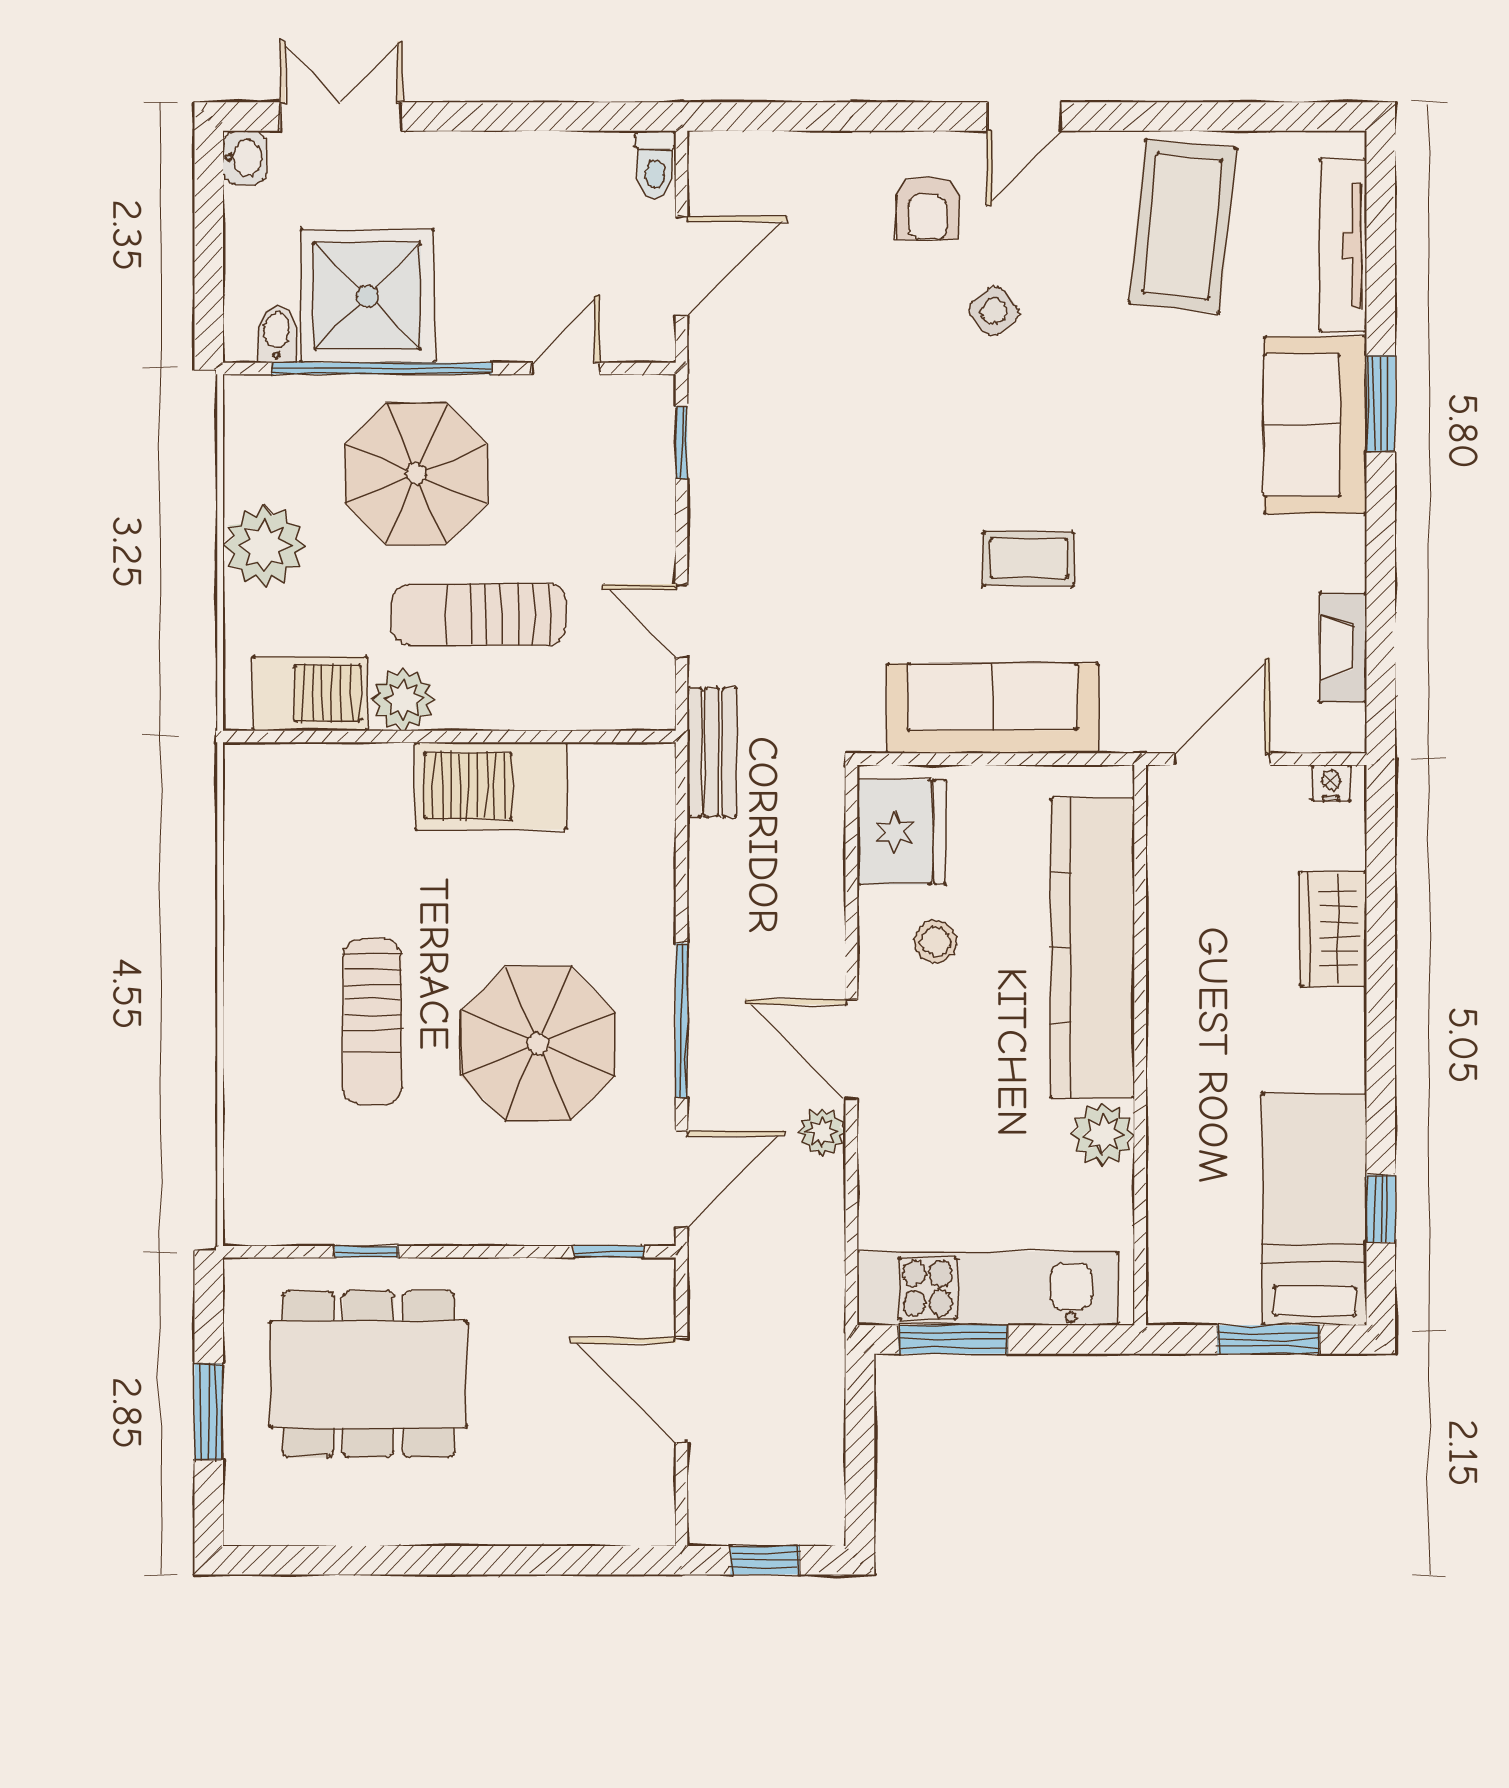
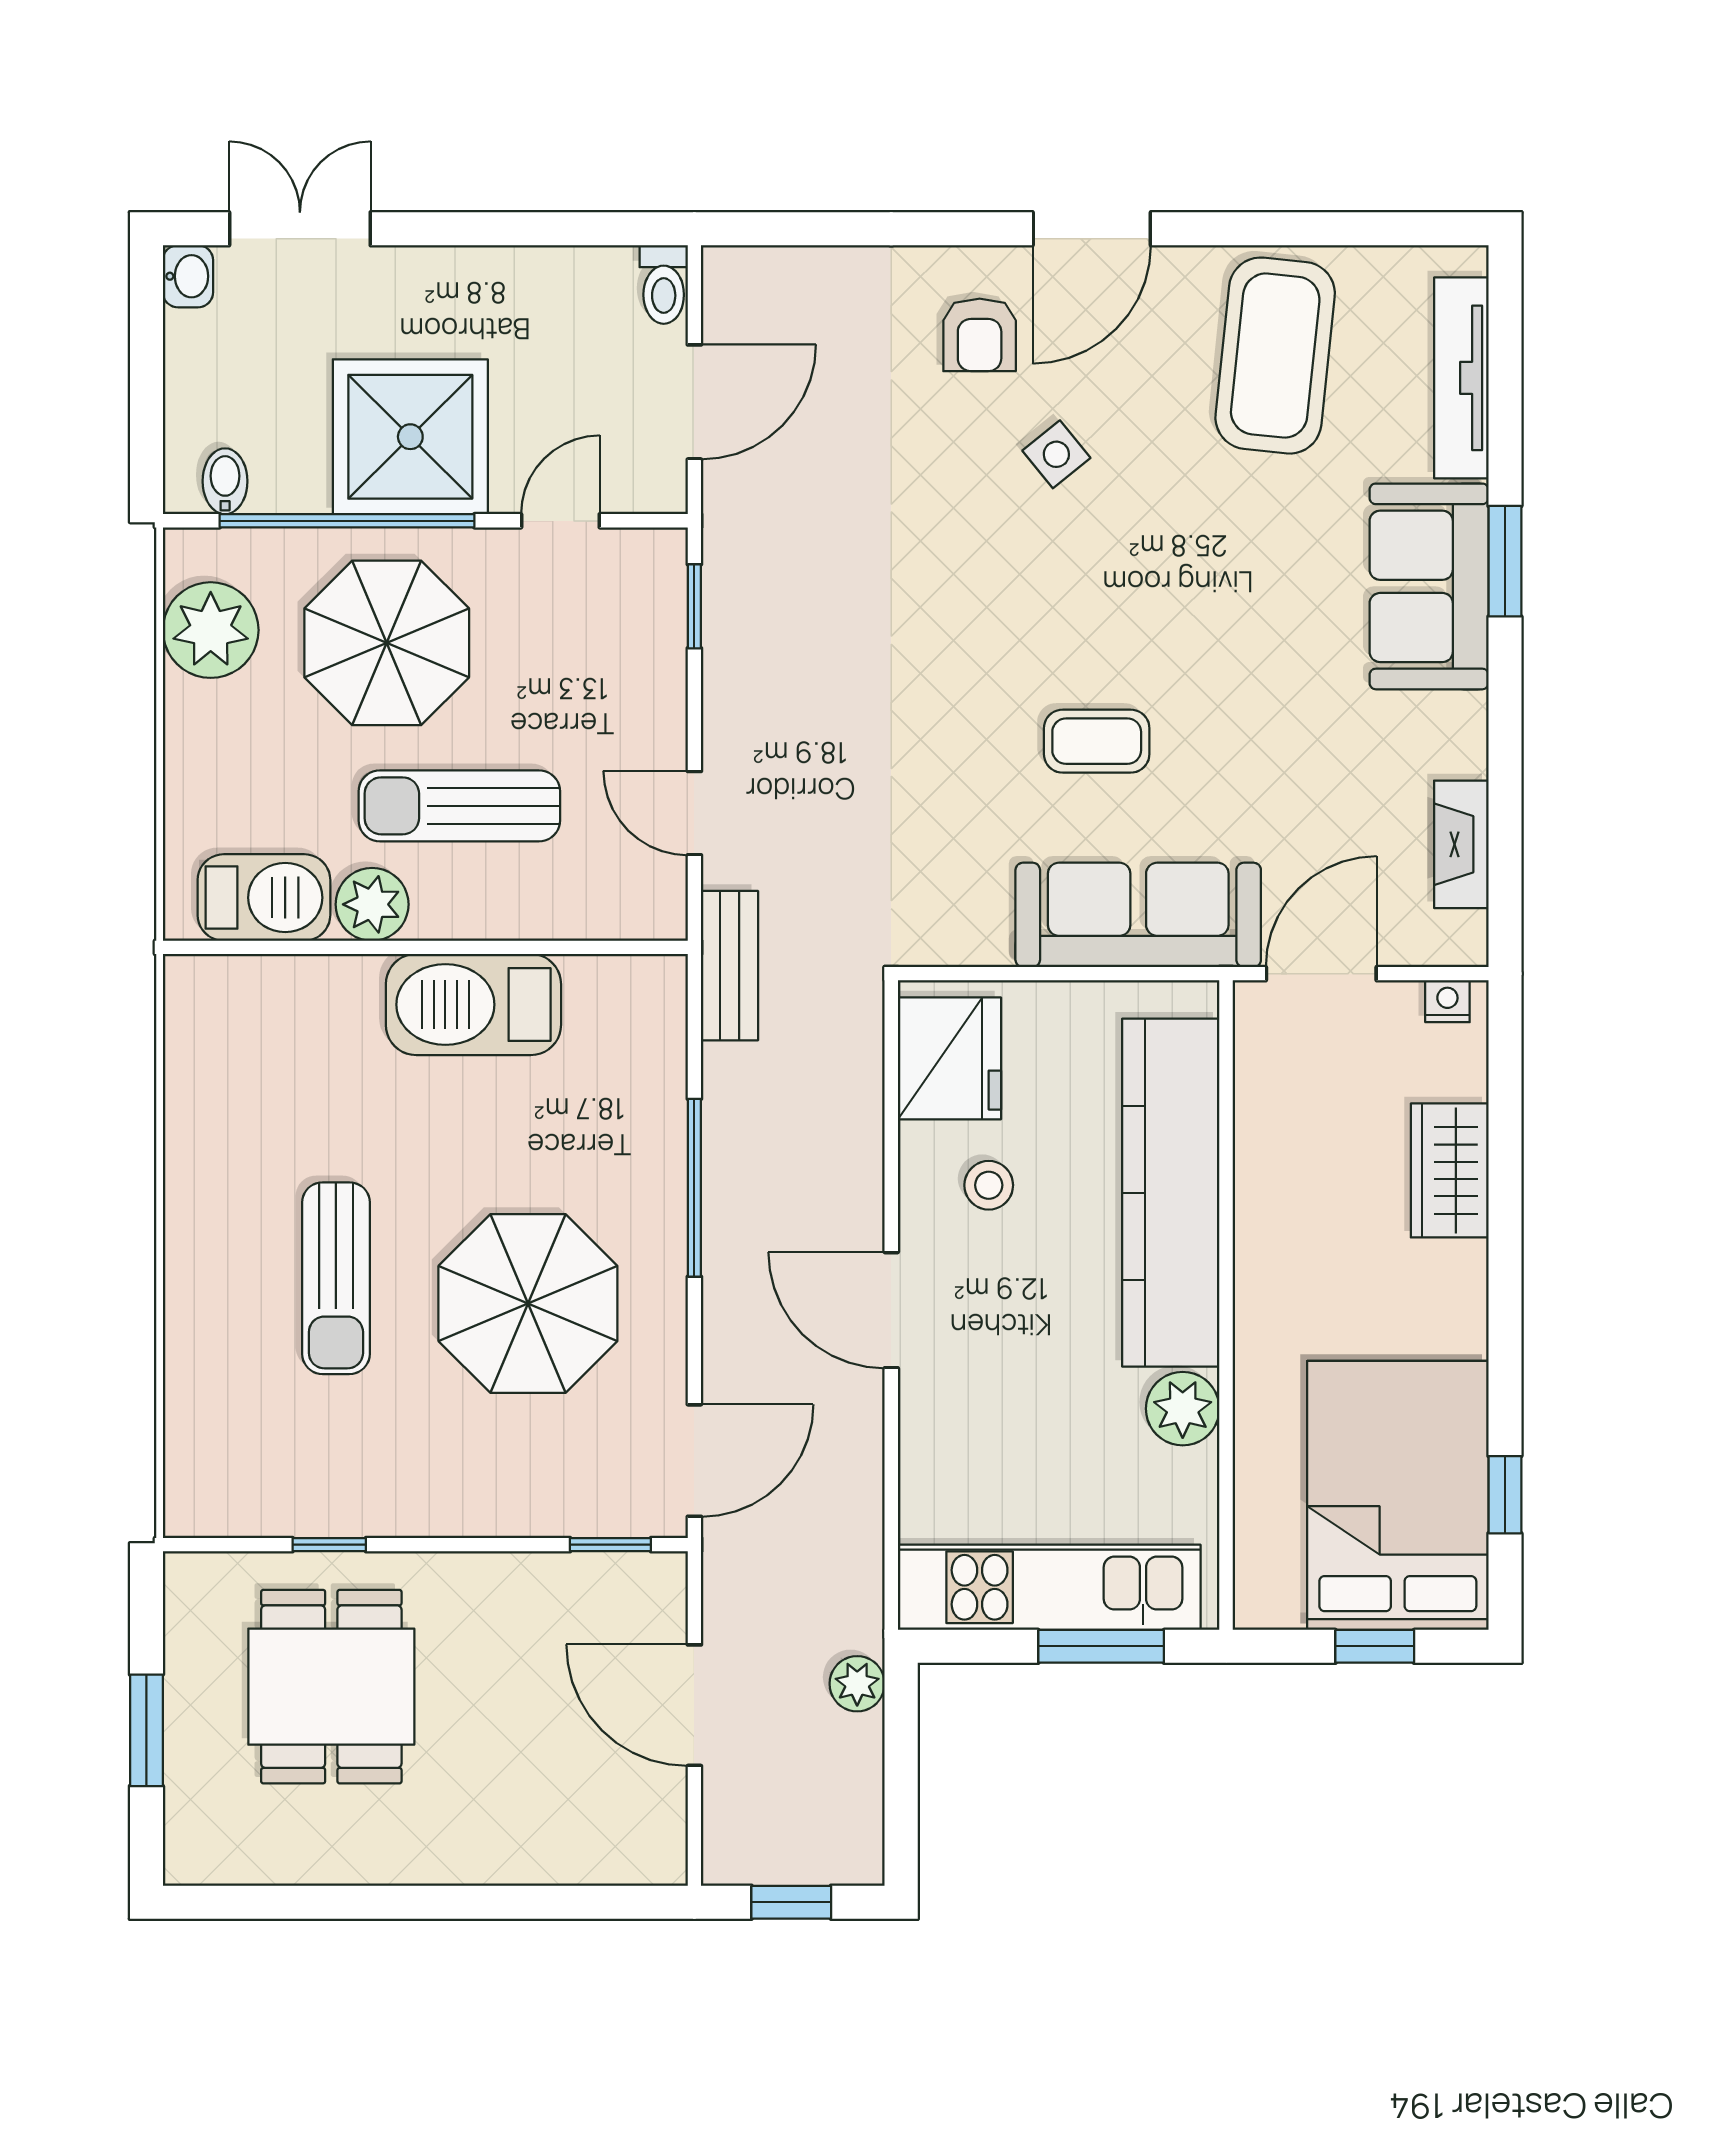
door: (1024, 117) -> (1092, 229), width x1.38
shower: (367, 296) -> (410, 437), moved
plant: (264, 546) -> (211, 630), moved
sofa: (993, 708) -> (1138, 915), moved
window: (682, 1020) -> (694, 1188), moved
plant: (822, 1132) -> (857, 1684), moved
bed: (1314, 1209) -> (1398, 1495), width x1.50
window: (953, 1339) -> (1101, 1646), moved
window: (1268, 1339) -> (1375, 1646), width x0.67
dining table: (368, 1374) -> (331, 1687), width x0.73

